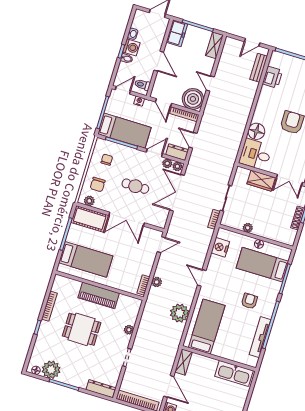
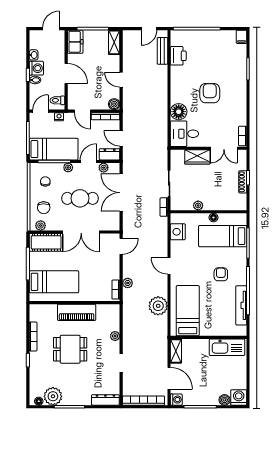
boiler: (193, 99) -> (114, 104), width x0.54, depth x0.54
plant: (177, 166) -> (68, 168), moved
cafe table: (135, 186) -> (80, 198), width x1.37, depth x1.35

